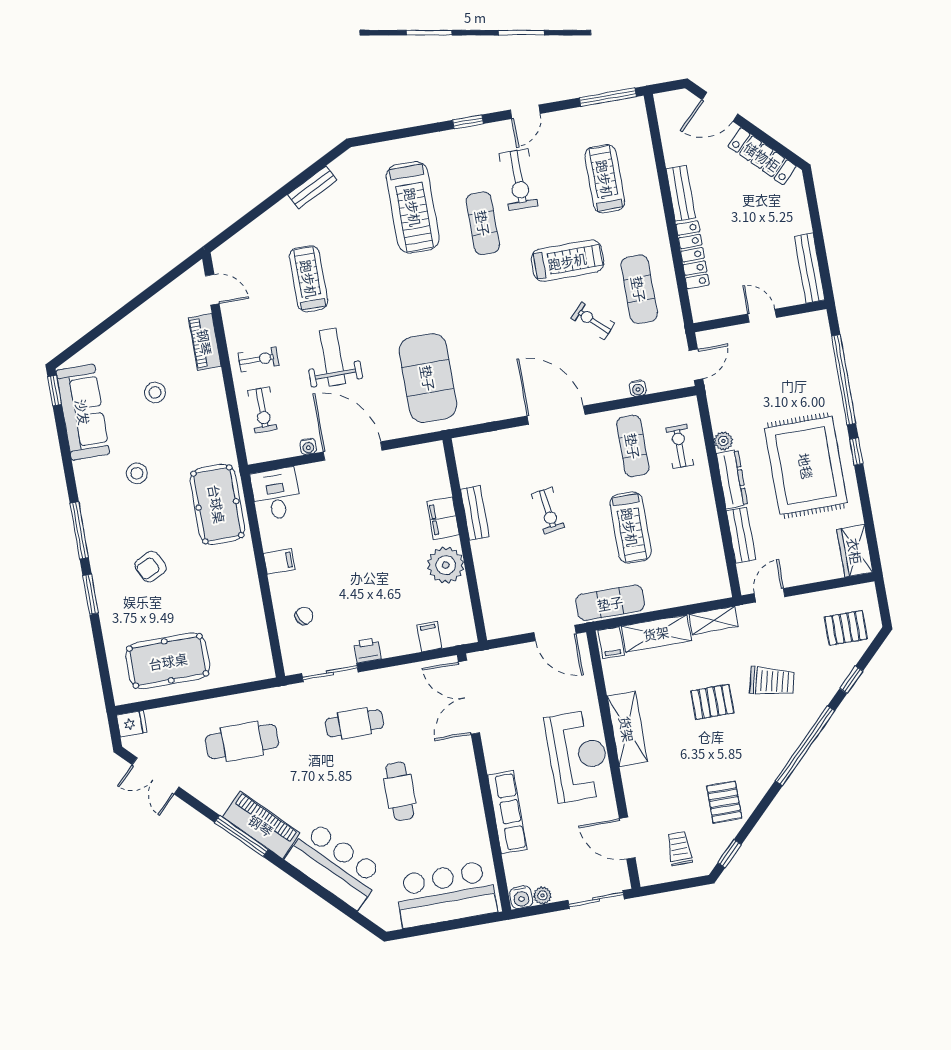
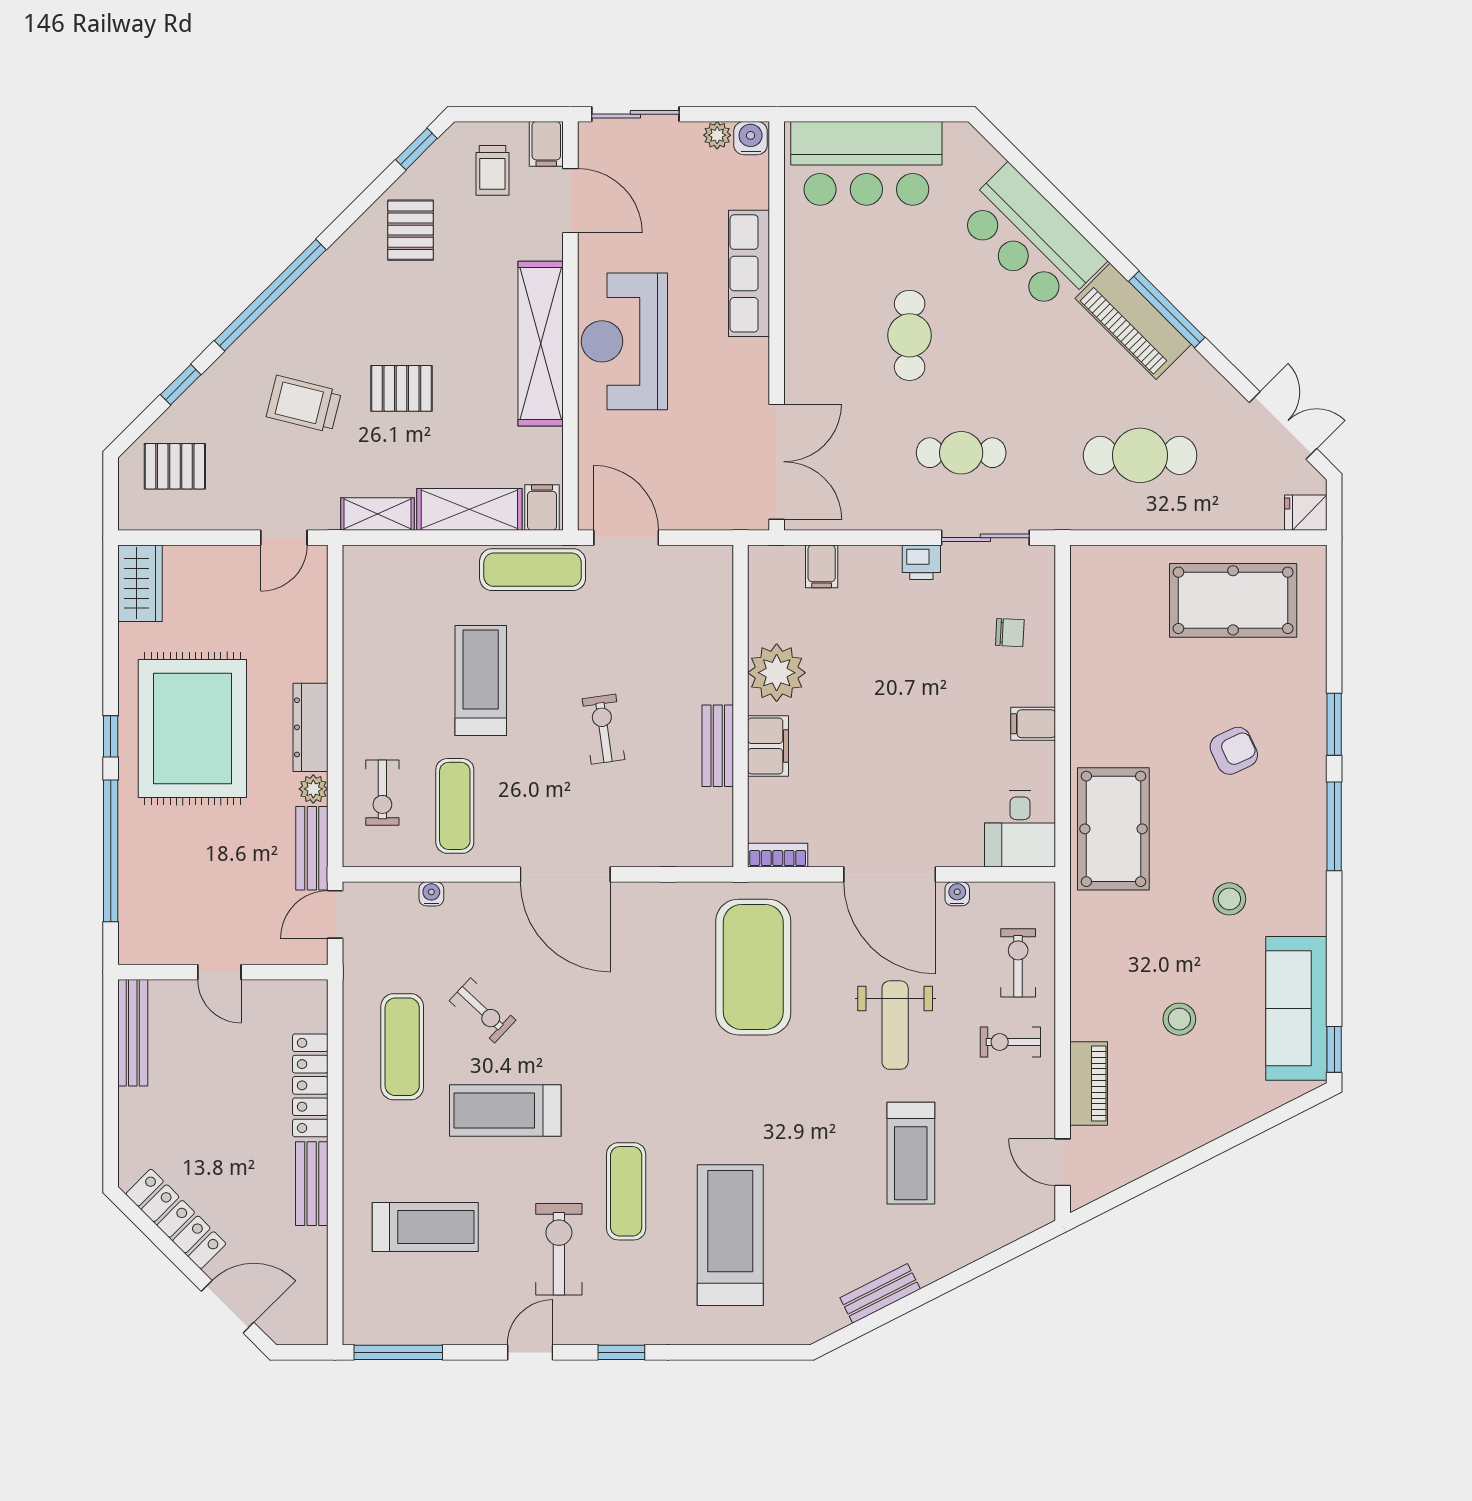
treadmill: (605, 179) -> (425, 1227), turned -90
bookcase: (425, 451) -> (778, 855), added
bench: (741, 535) -> (312, 848), moved
chair: (304, 616) -> (1010, 633), turned -148
shelving: (627, 729) -> (541, 344), width x1.47
filing cabinet: (649, 871) -> (546, 144), added

